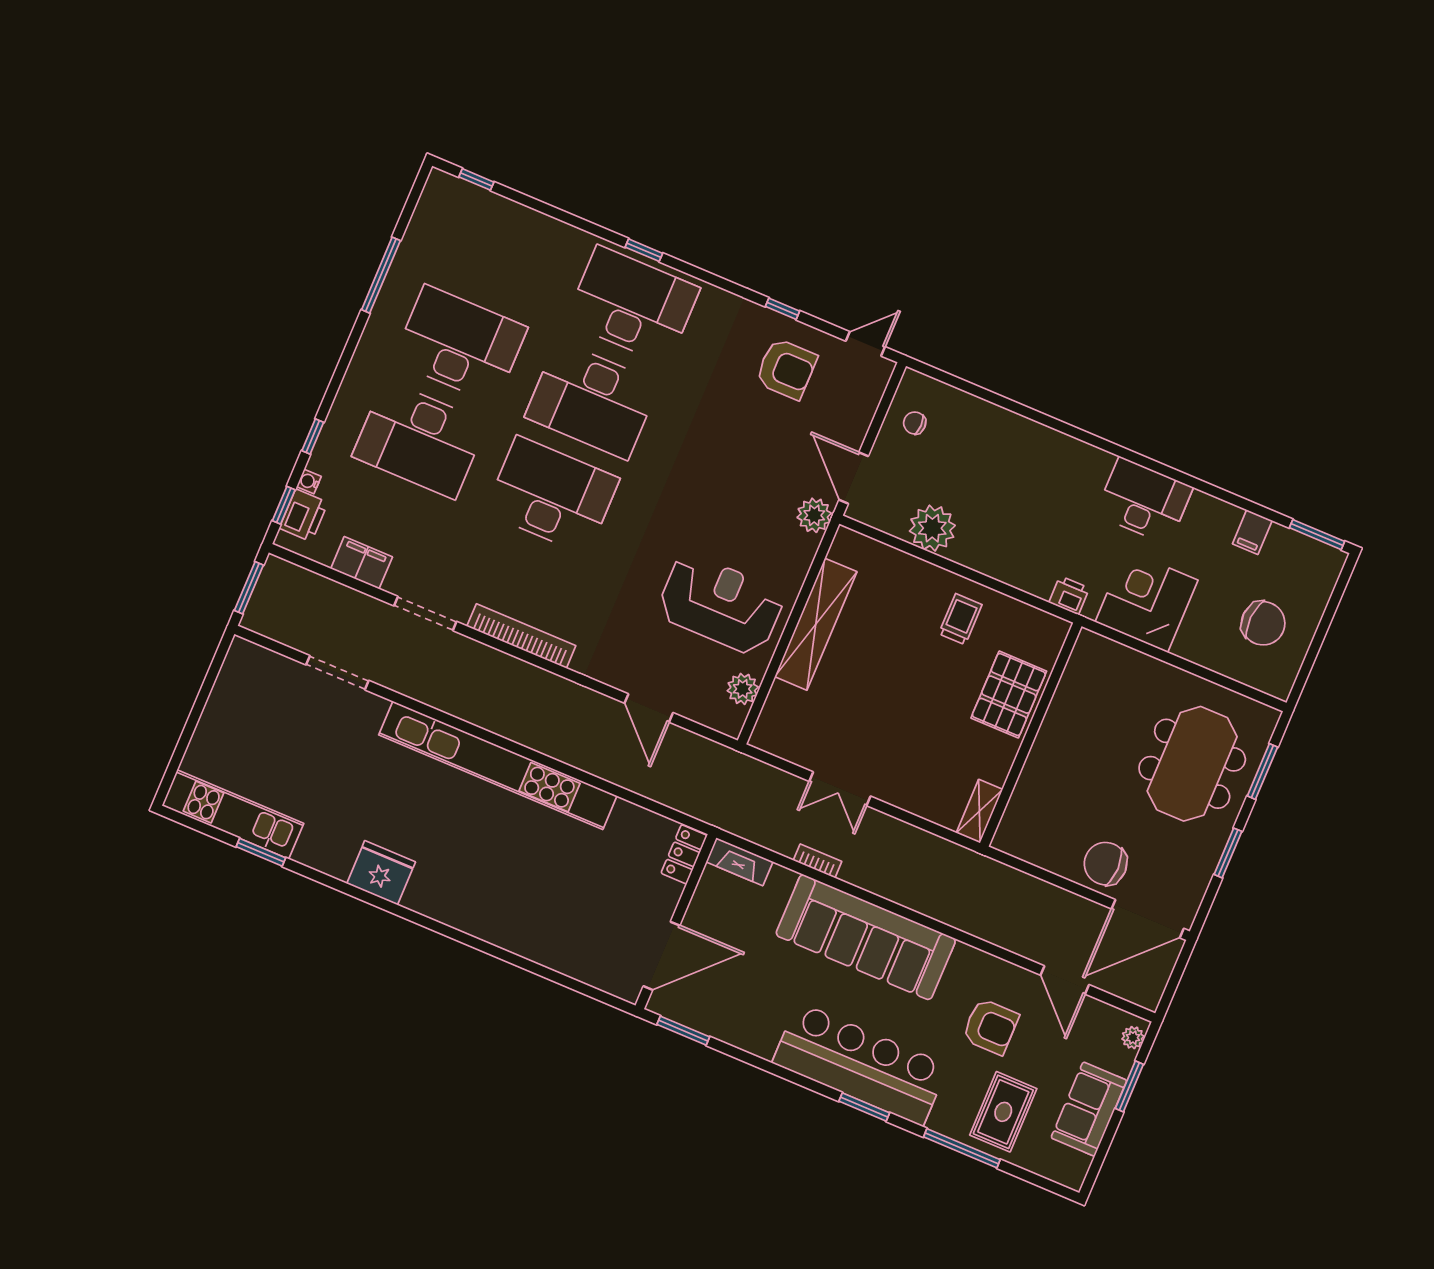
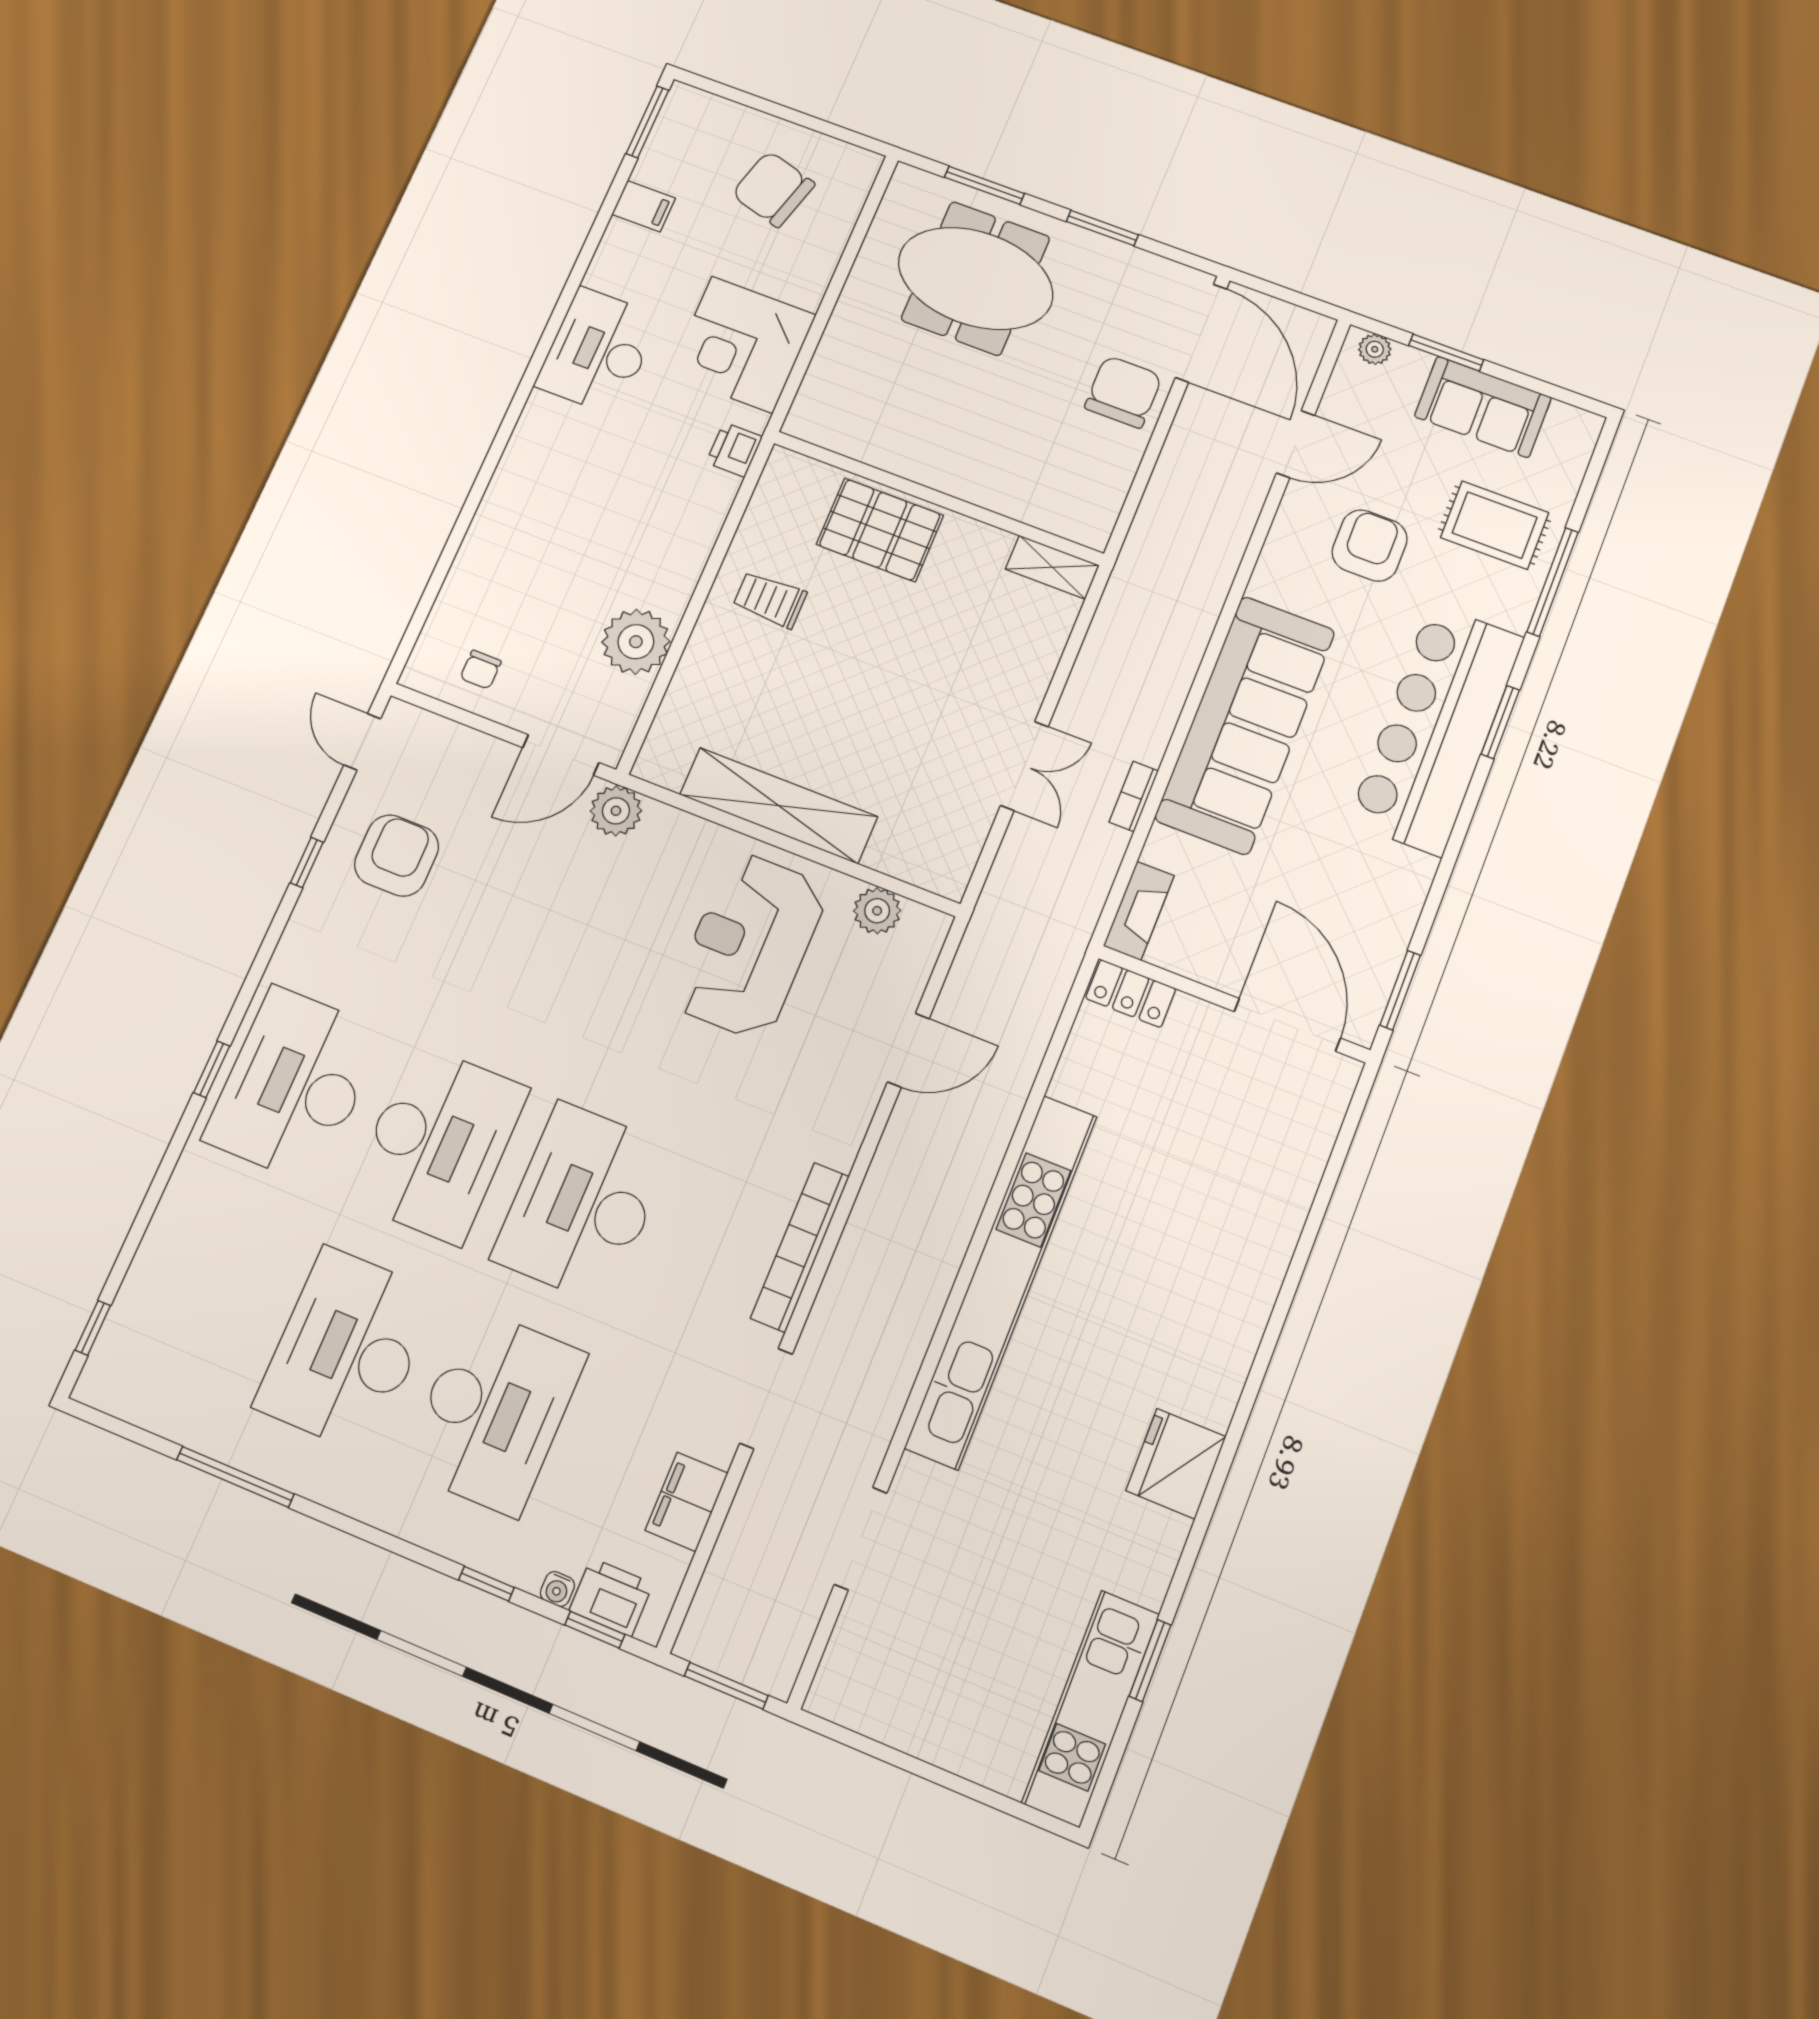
chair: (1263, 623) -> (773, 189), turned -77
chair: (1106, 864) -> (1123, 392), turned 180

